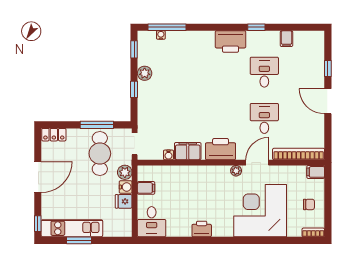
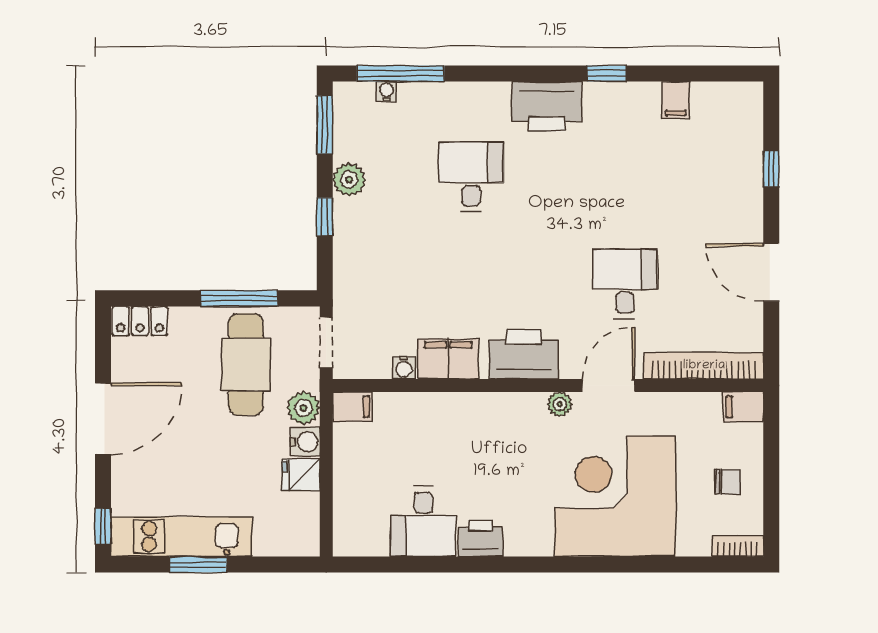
window: (134, 49) -> (325, 125), width x1.50
desk: (264, 72) -> (471, 177), moved
door: (328, 101) -> (771, 272), moved
filing cabinet: (146, 188) -> (352, 407), moved
desk: (152, 222) -> (423, 522), moved

